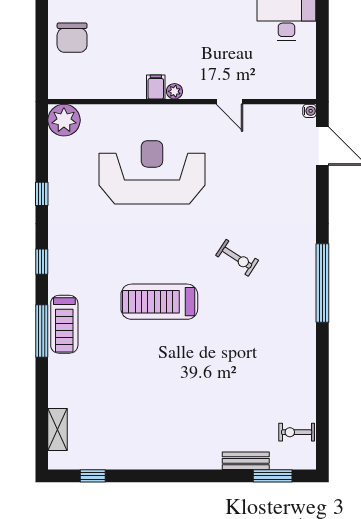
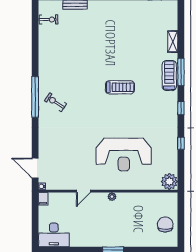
filing cabinet: (156, 87) -> (43, 199), moved
door: (229, 102) -> (83, 191), swing flipped
exercise bike: (237, 258) -> (55, 102), moved
treadmill: (159, 302) -> (120, 87), width x0.73, depth x0.73
shelving: (58, 430) -> (173, 42), moved

